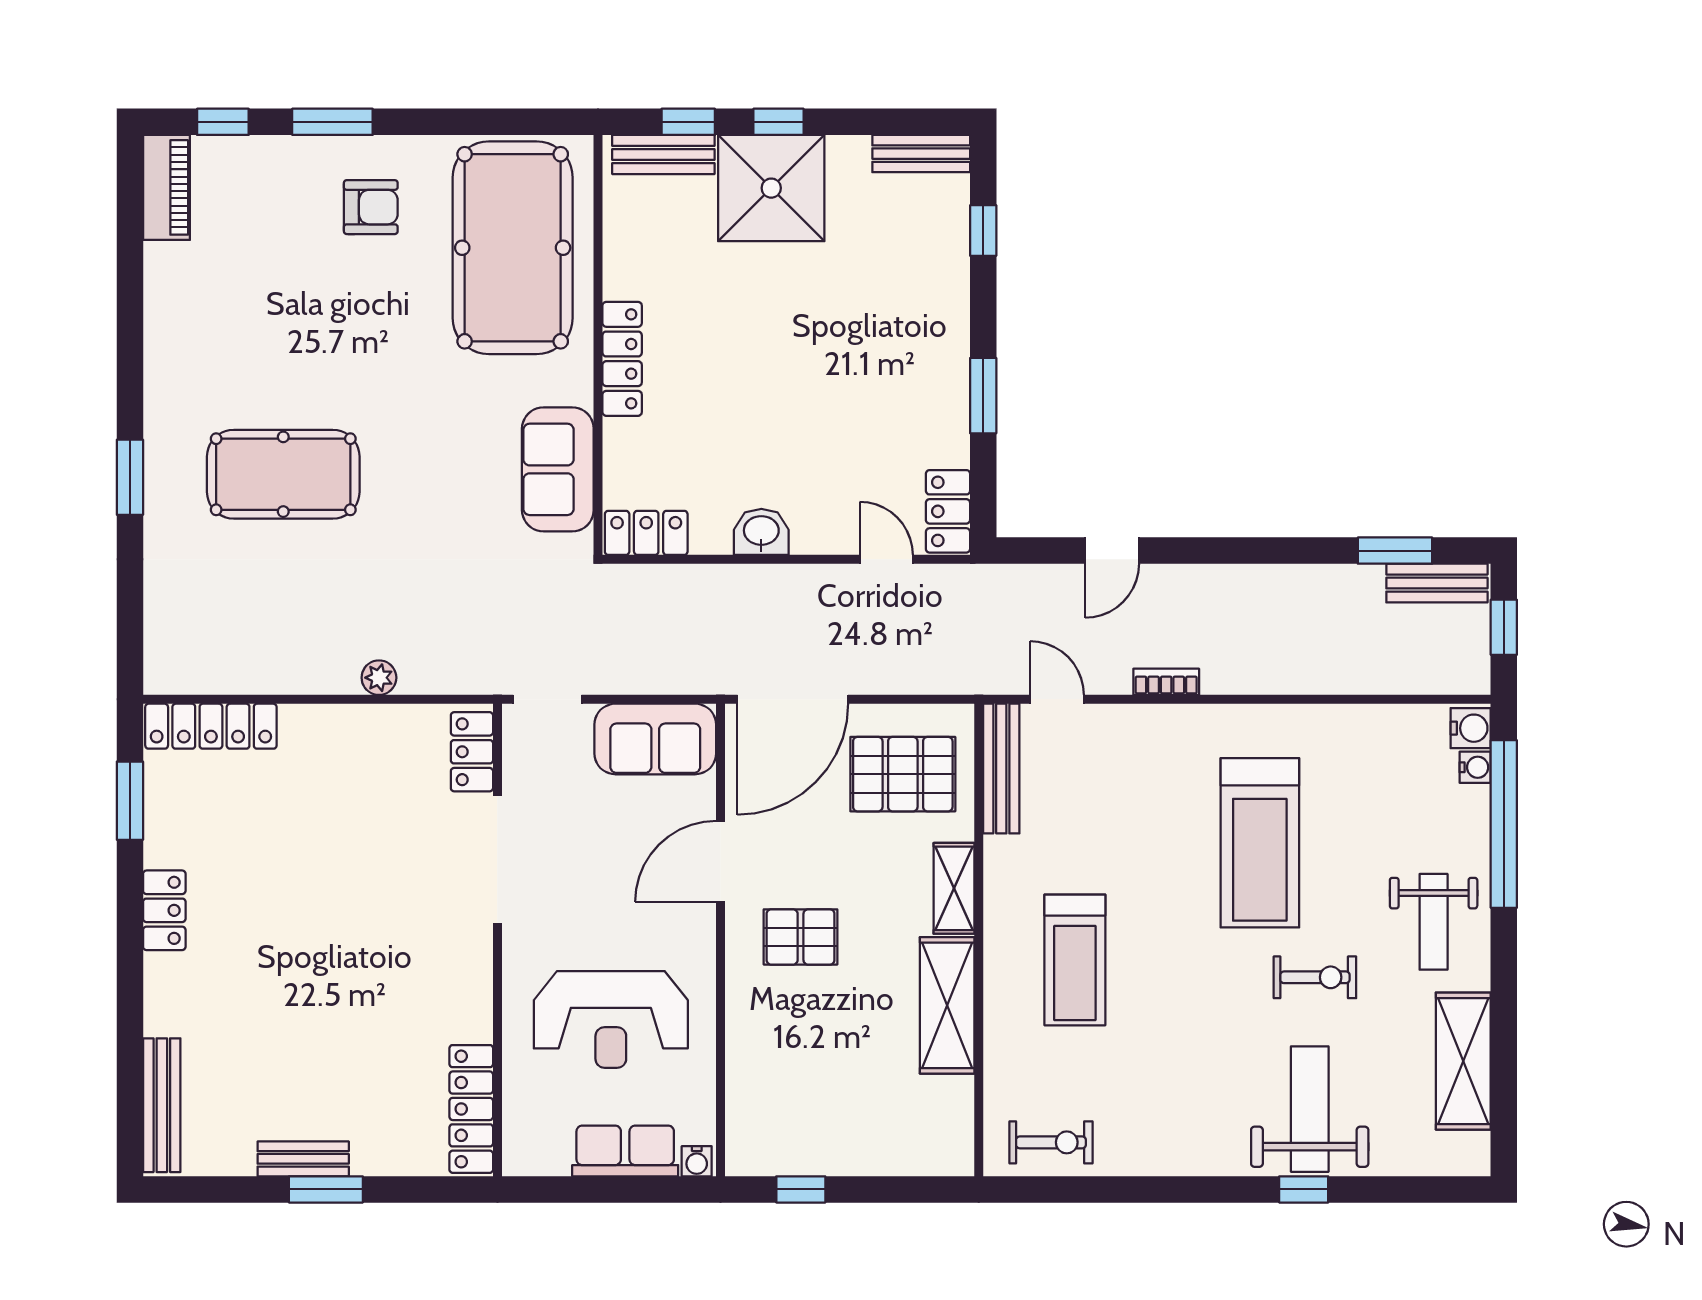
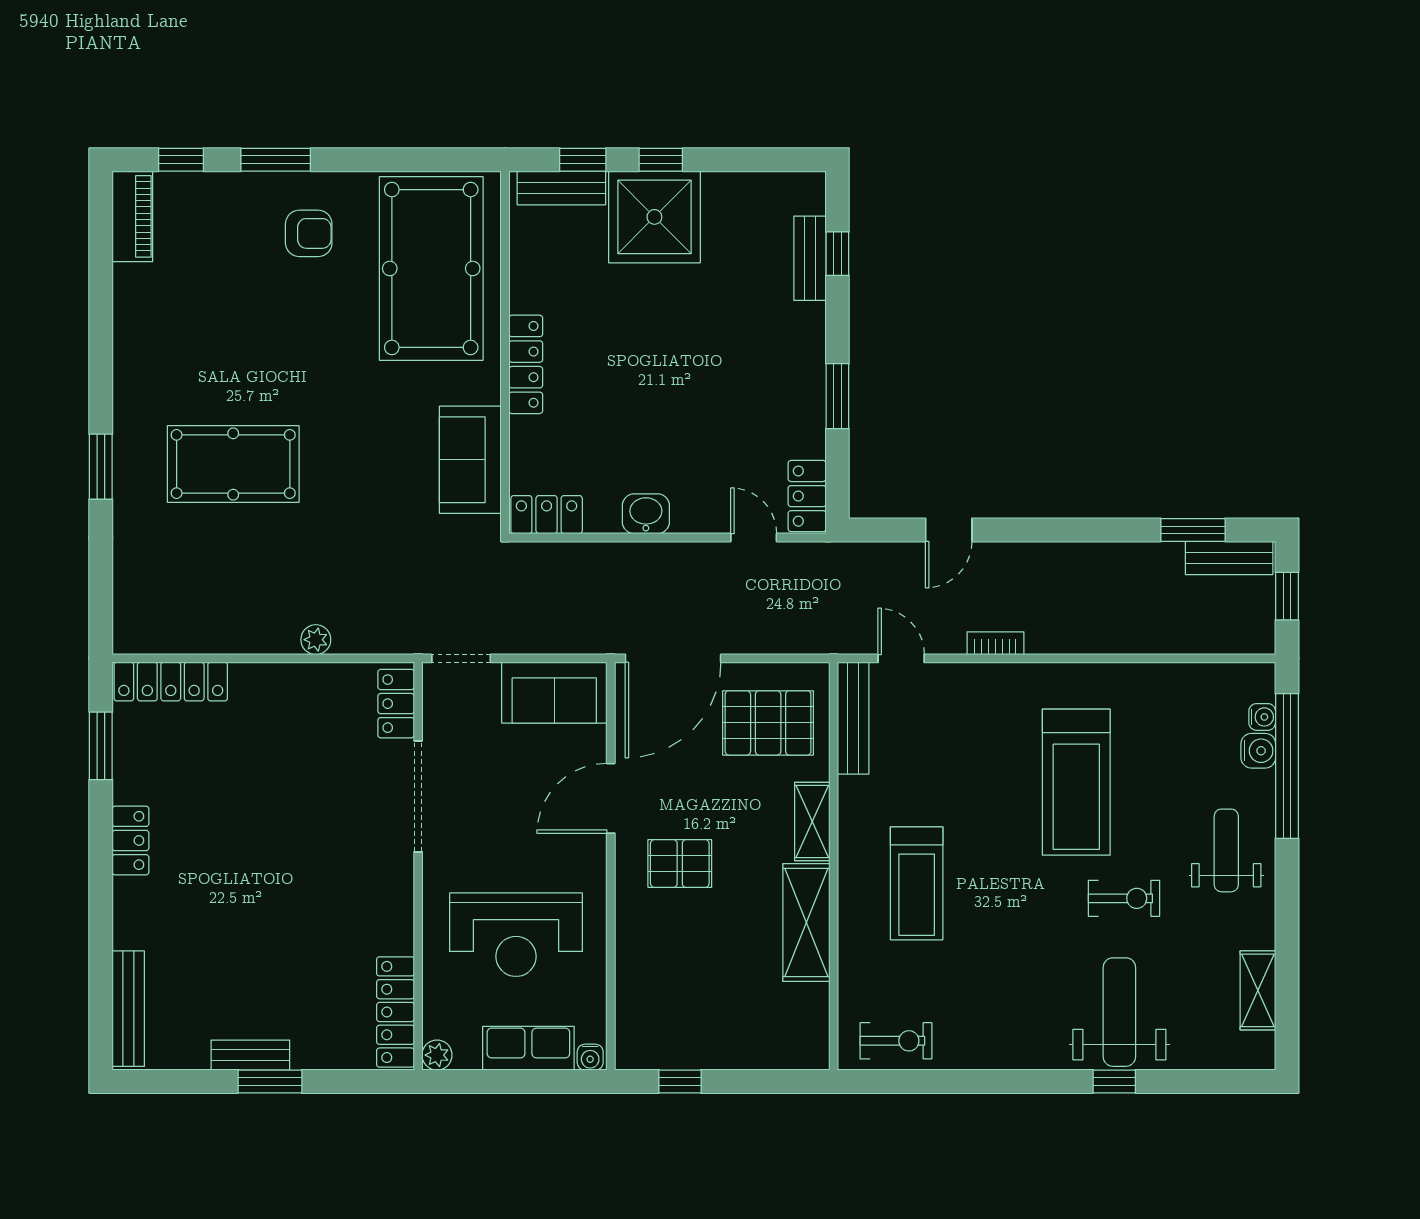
bench: (921, 154) -> (810, 258), moved, turned 90
water cooler: (1471, 728) -> (1258, 751), moved
weight bench: (1434, 922) -> (1226, 850), turned 180
shelving: (1463, 1061) -> (1258, 990), width x0.67, depth x0.75
plant: (519, 1159) -> (437, 1055), added

